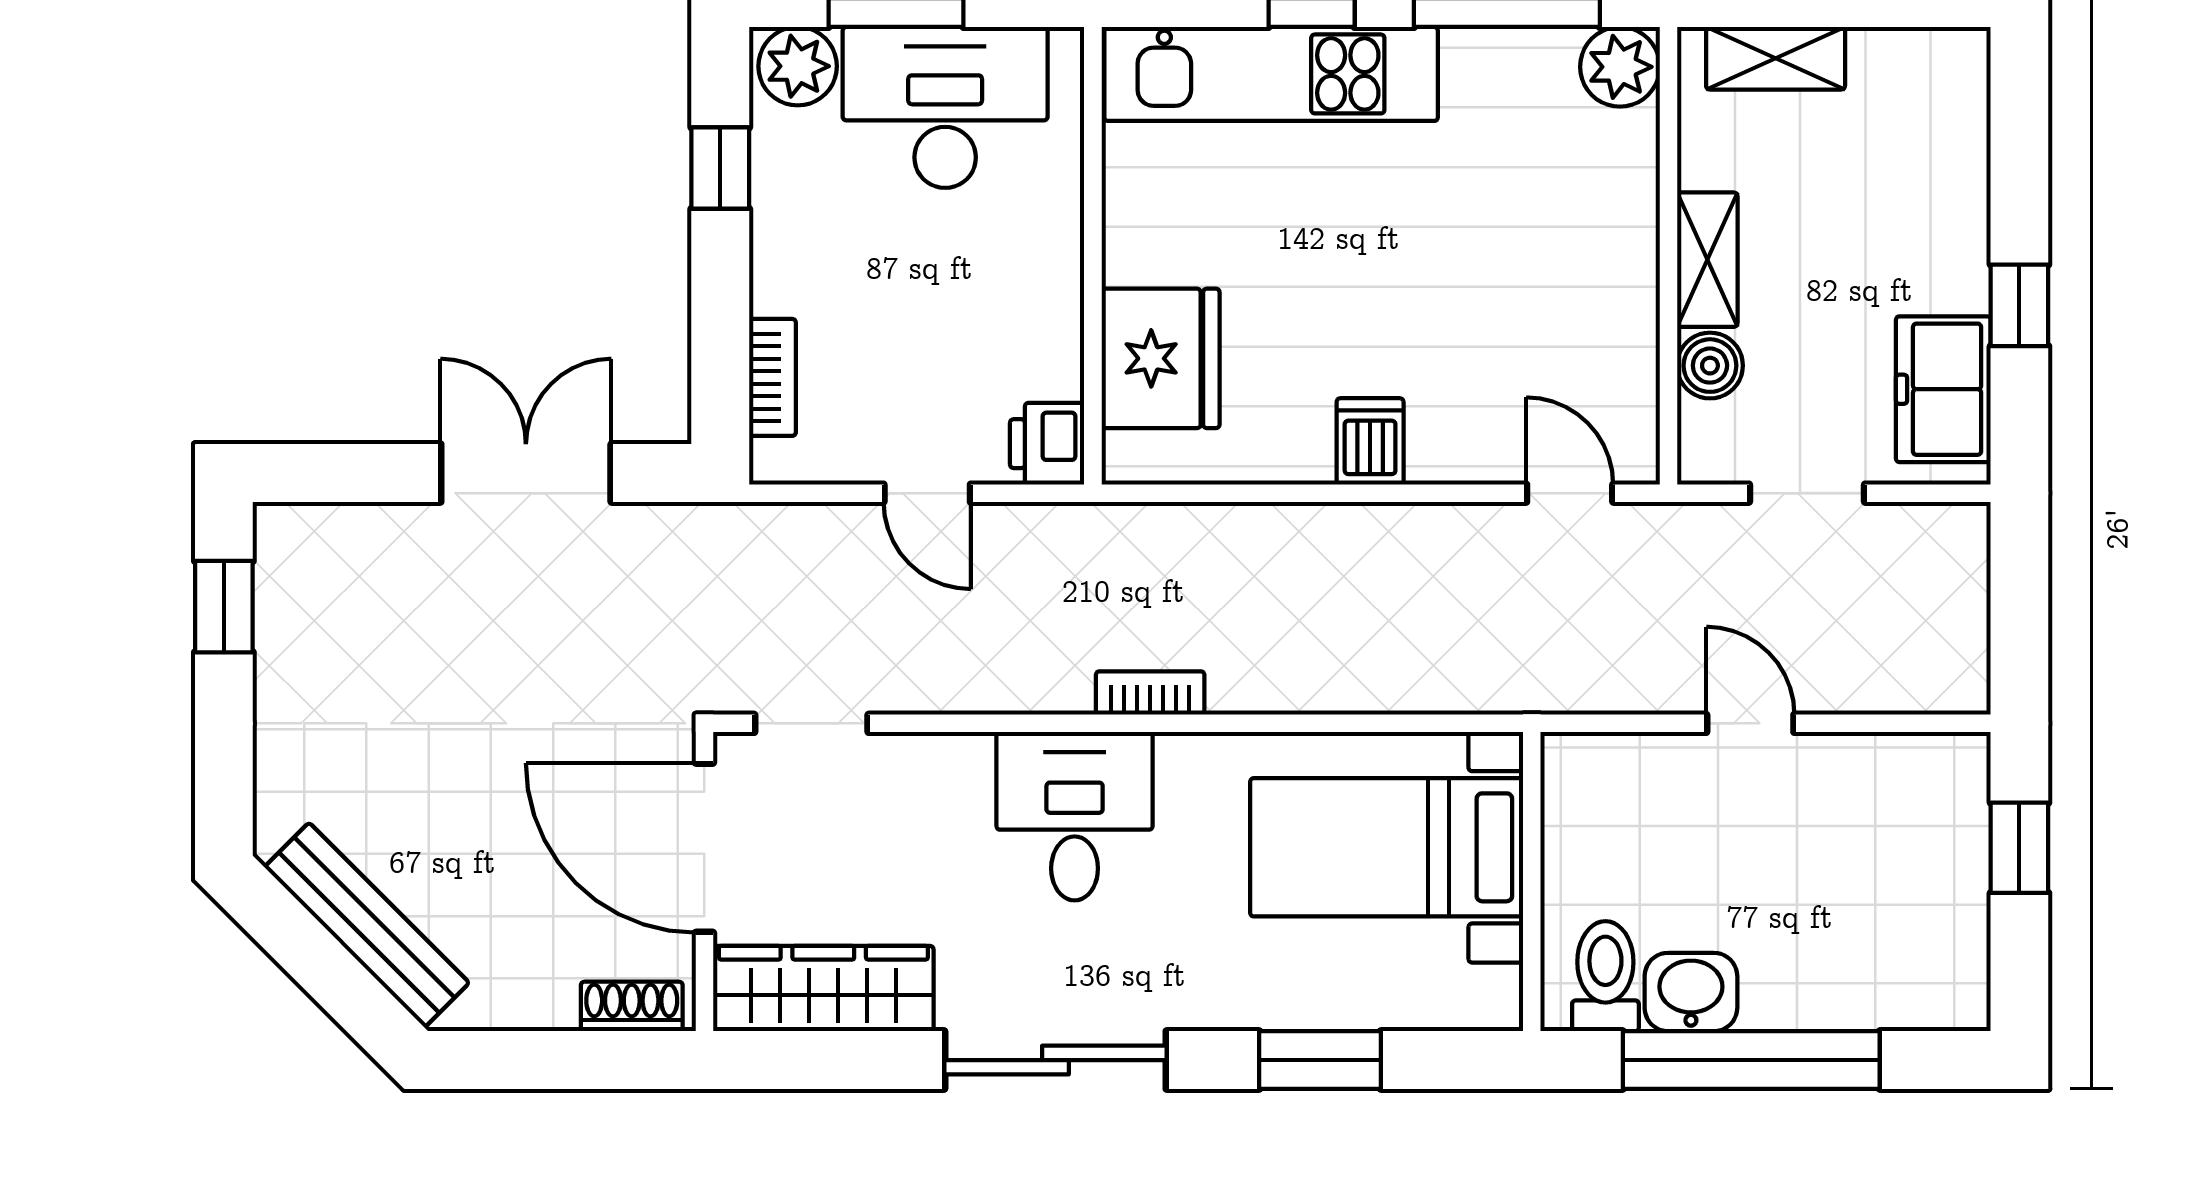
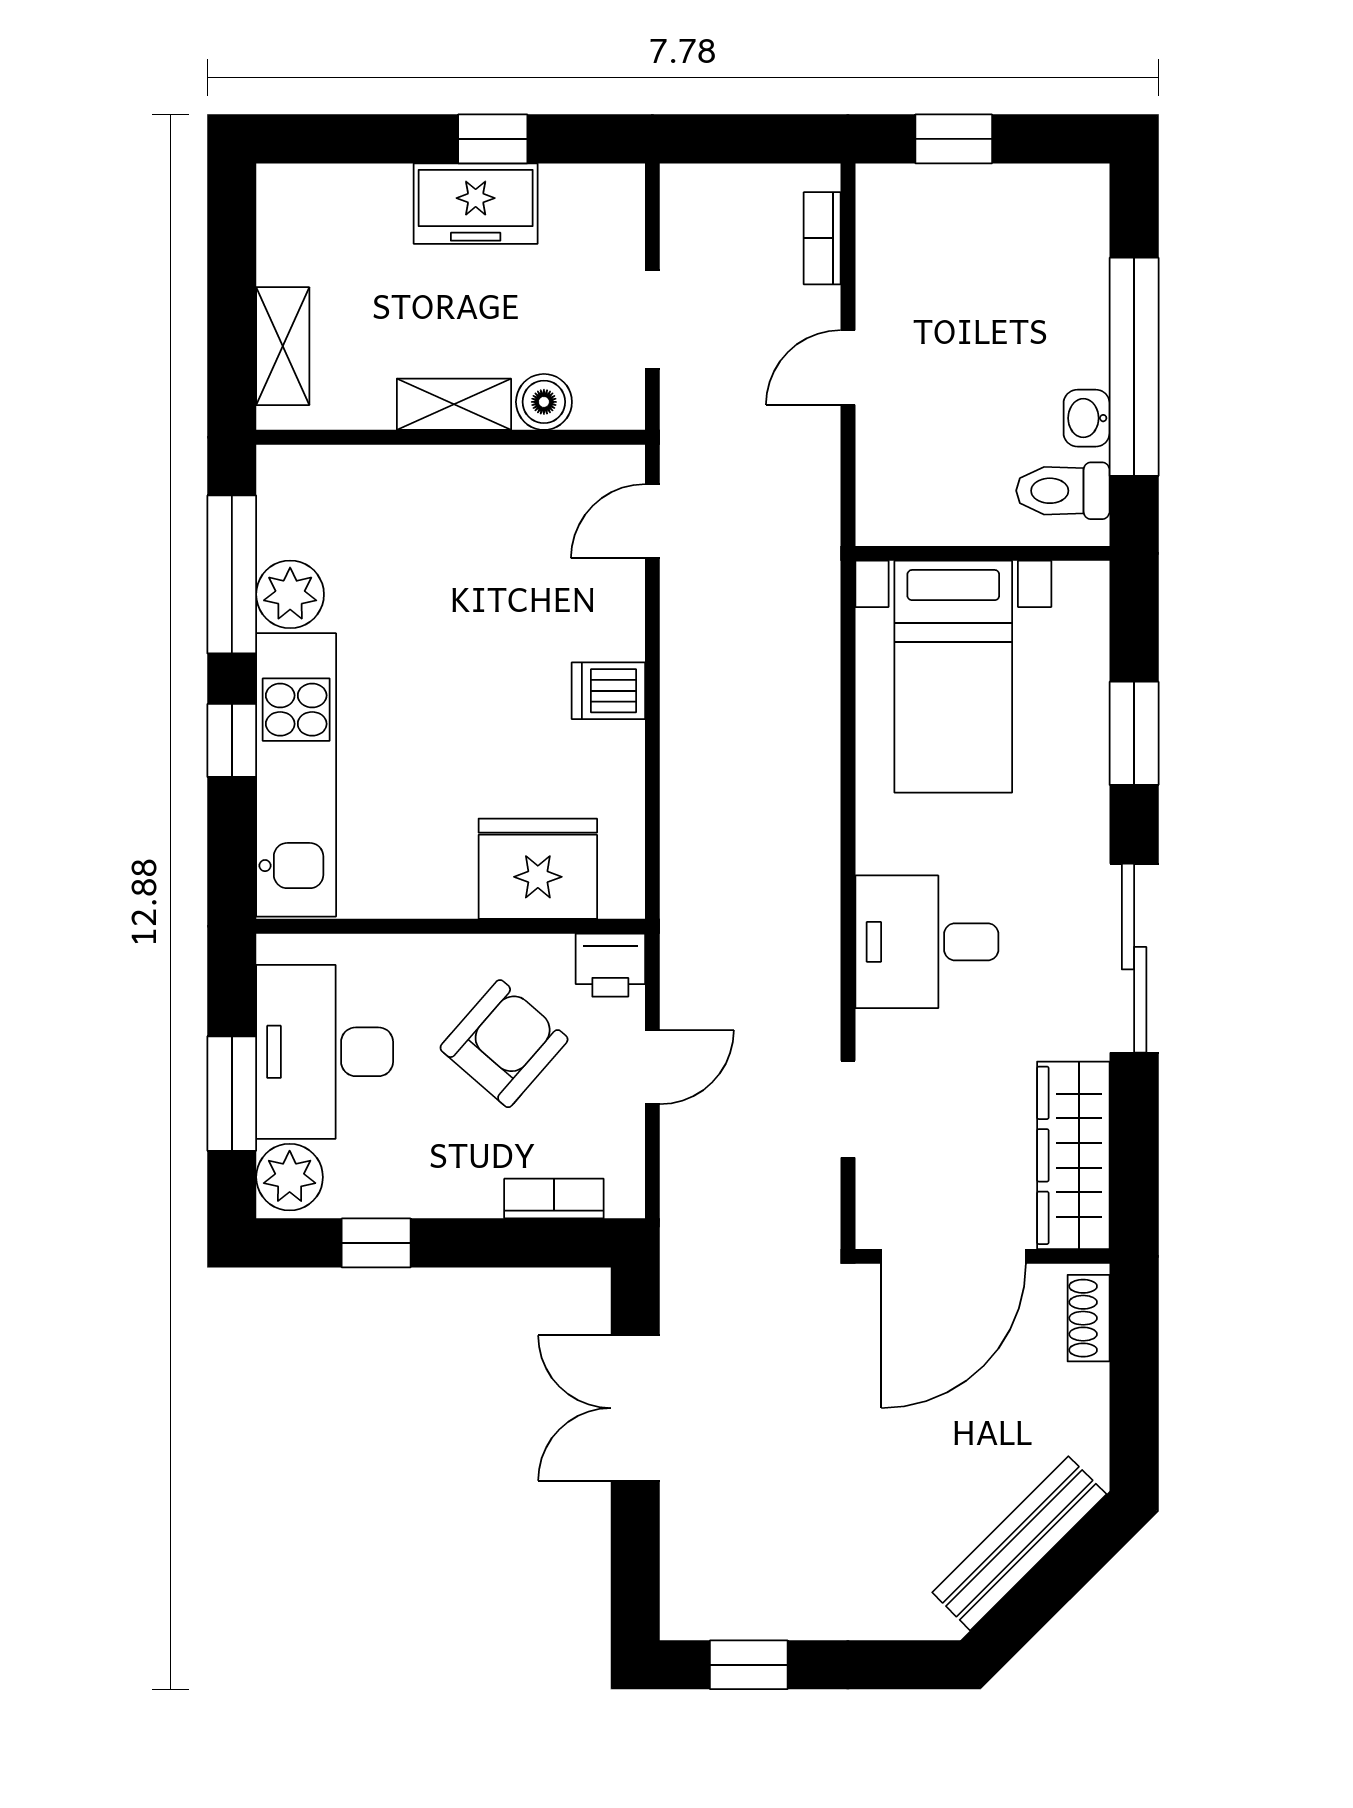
plant: (1620, 67) -> (290, 594), moved
armchair: (955, 319) -> (504, 1044), added
freezer: (1943, 389) -> (476, 204), moved
bookcase: (1150, 693) -> (822, 238), moved
doorway: (811, 723) -> (848, 1109), moved
washbasin: (1691, 992) -> (1087, 418), width x0.72, depth x0.69

